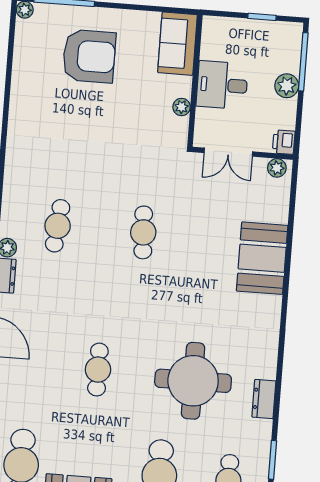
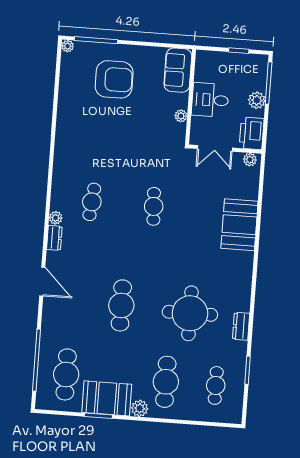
printer: (284, 142) -> (252, 133), width x1.87, depth x1.48
cafe table: (98, 370) -> (121, 305), width x1.37, depth x1.35

